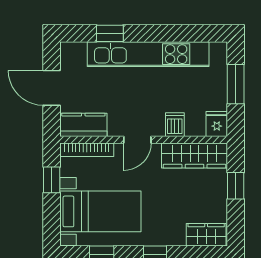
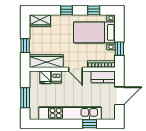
door: (52, 88) -> (119, 96), hinge flipped
fridge: (217, 124) -> (45, 77), moved
door: (137, 140) -> (75, 69), swing flipped

